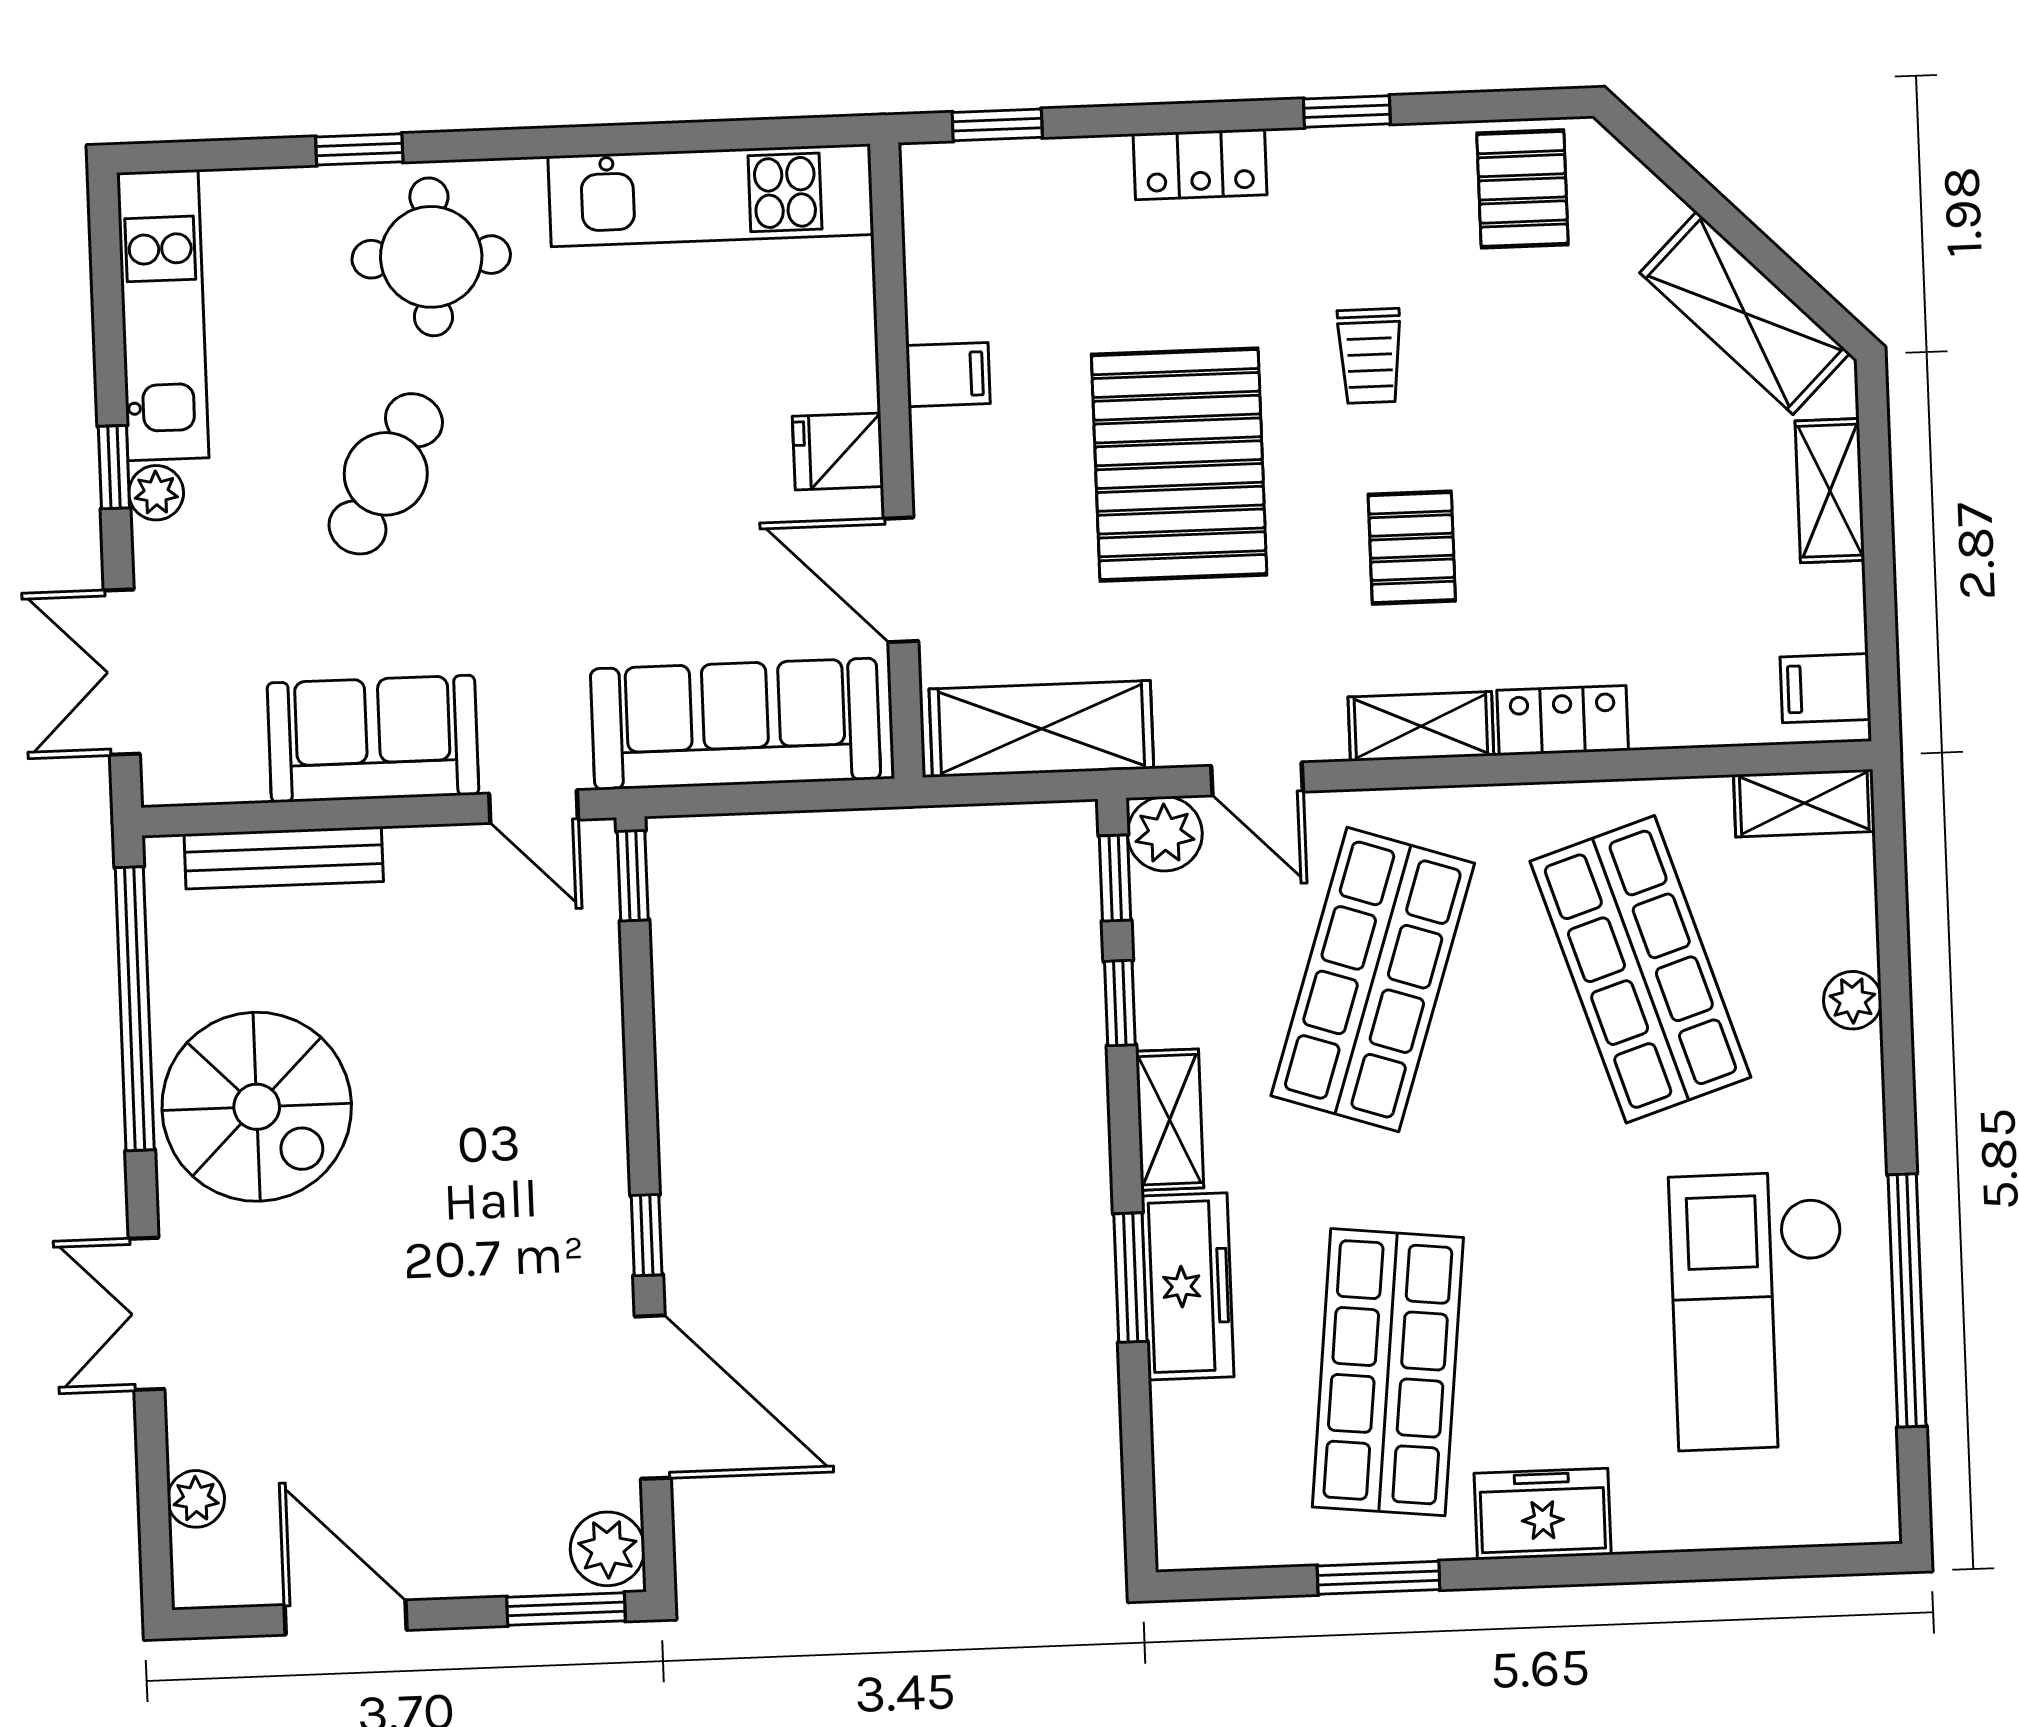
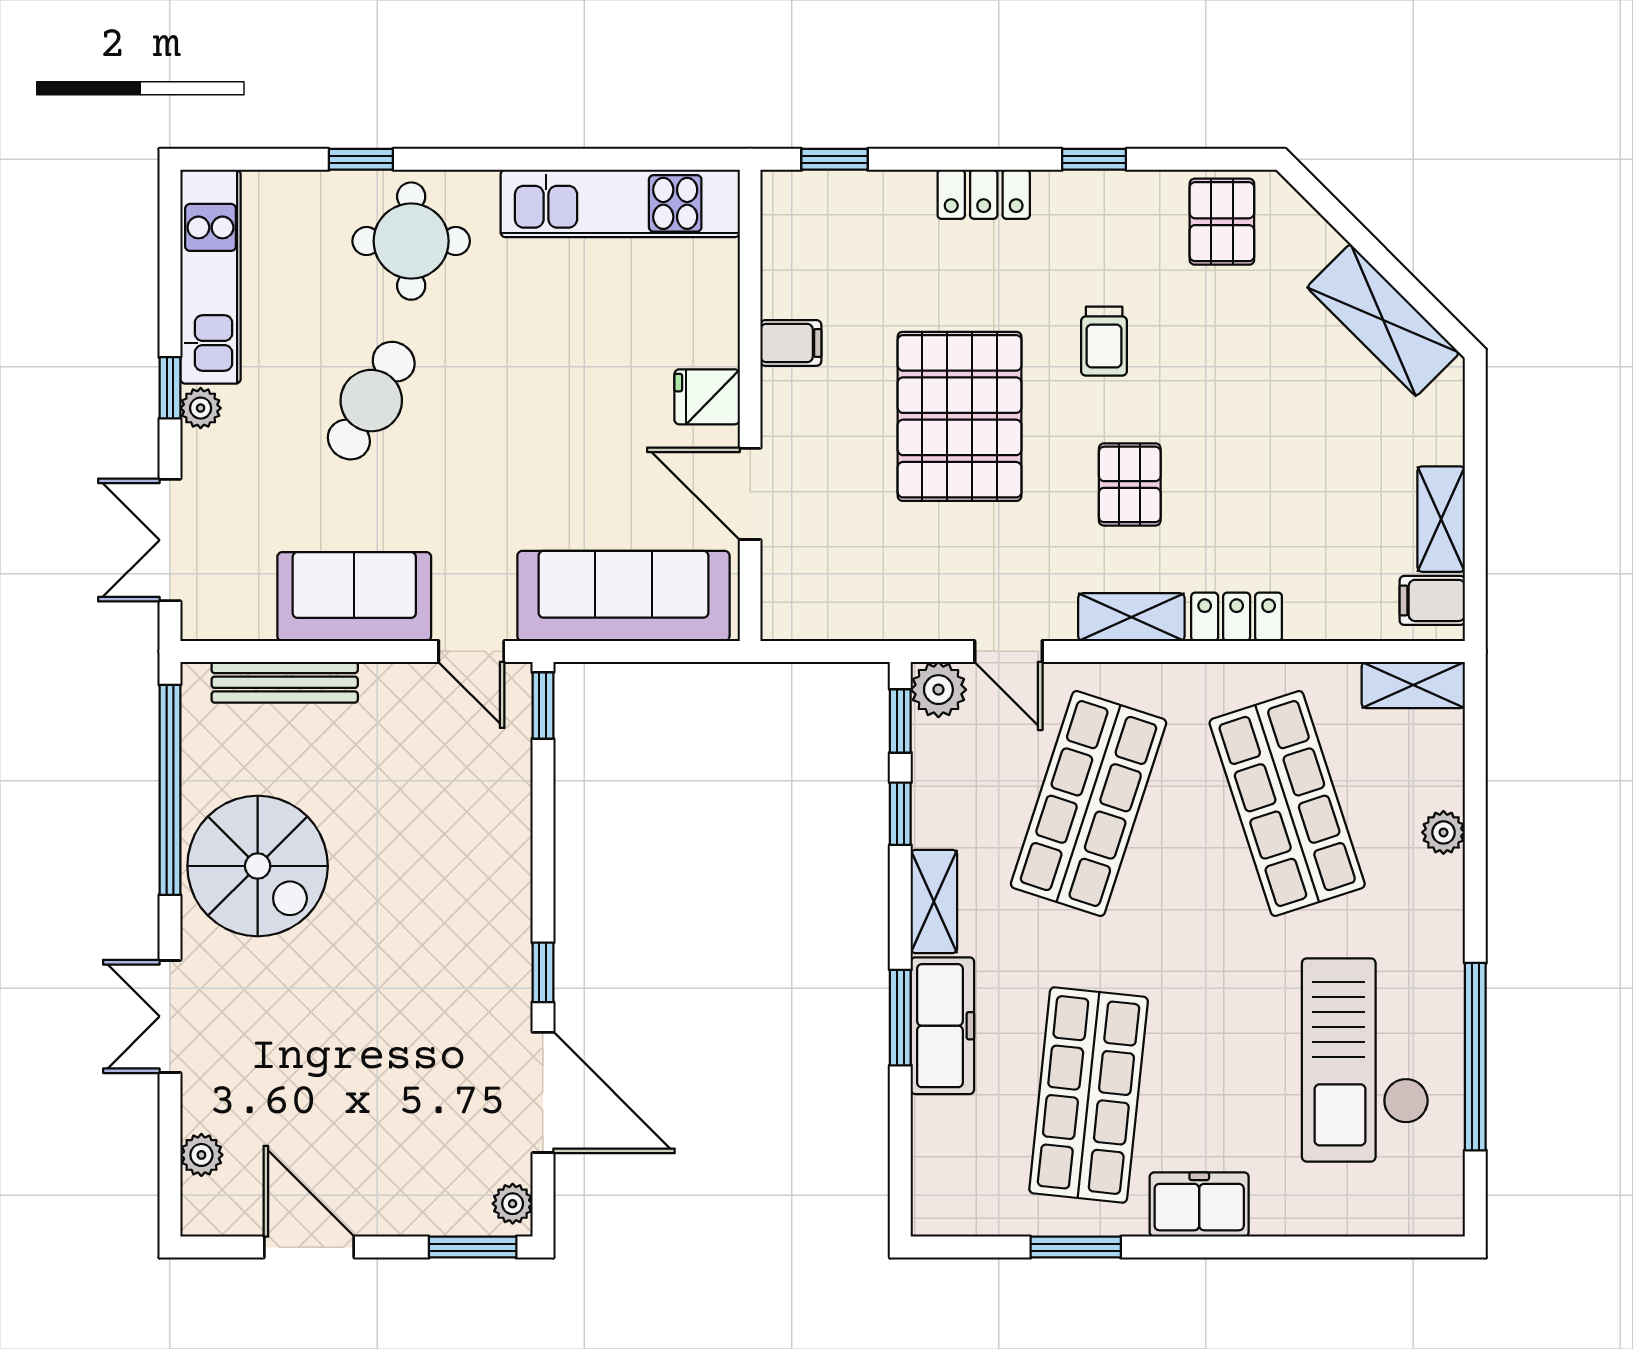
shelving: (1830, 491) -> (1441, 519), moved
shelving: (1041, 729) -> (850, 608), removed
plant: (608, 1549) -> (513, 1204), width x0.73, depth x0.73

